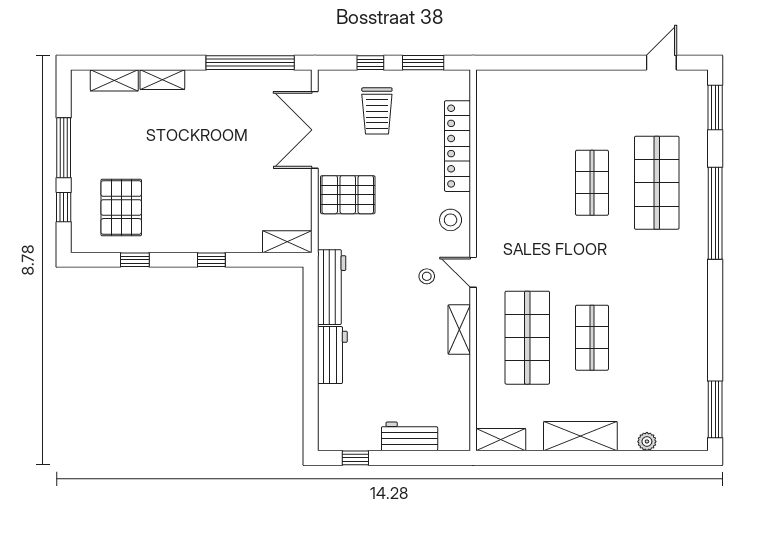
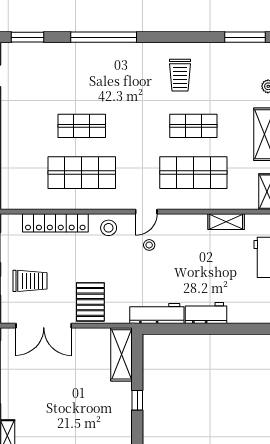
shop shelf: (657, 183) -> (82, 173), moved
shelving: (287, 242) -> (122, 354), width x1.50, depth x1.33
trolley: (662, 319) -> (180, 75), added
shelving: (459, 330) -> (226, 222), moved

